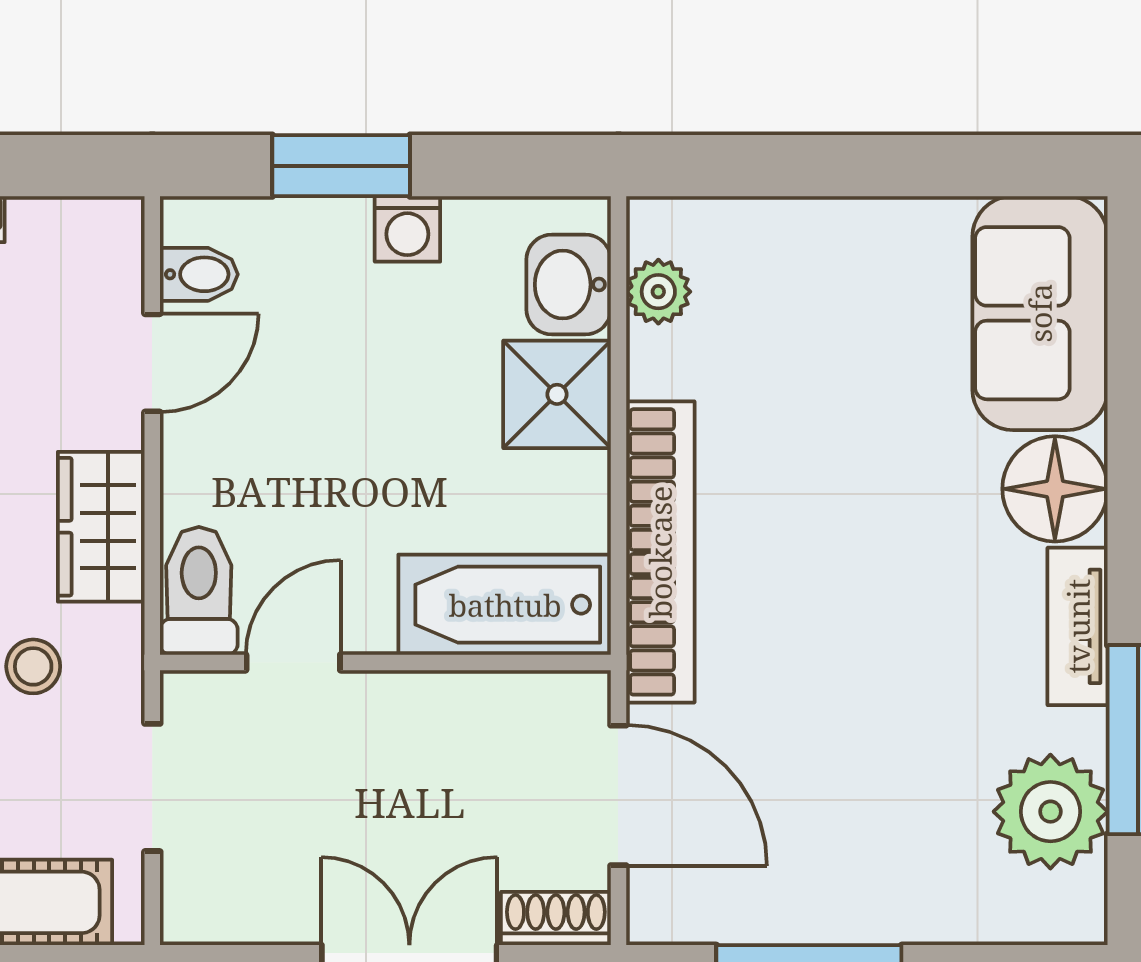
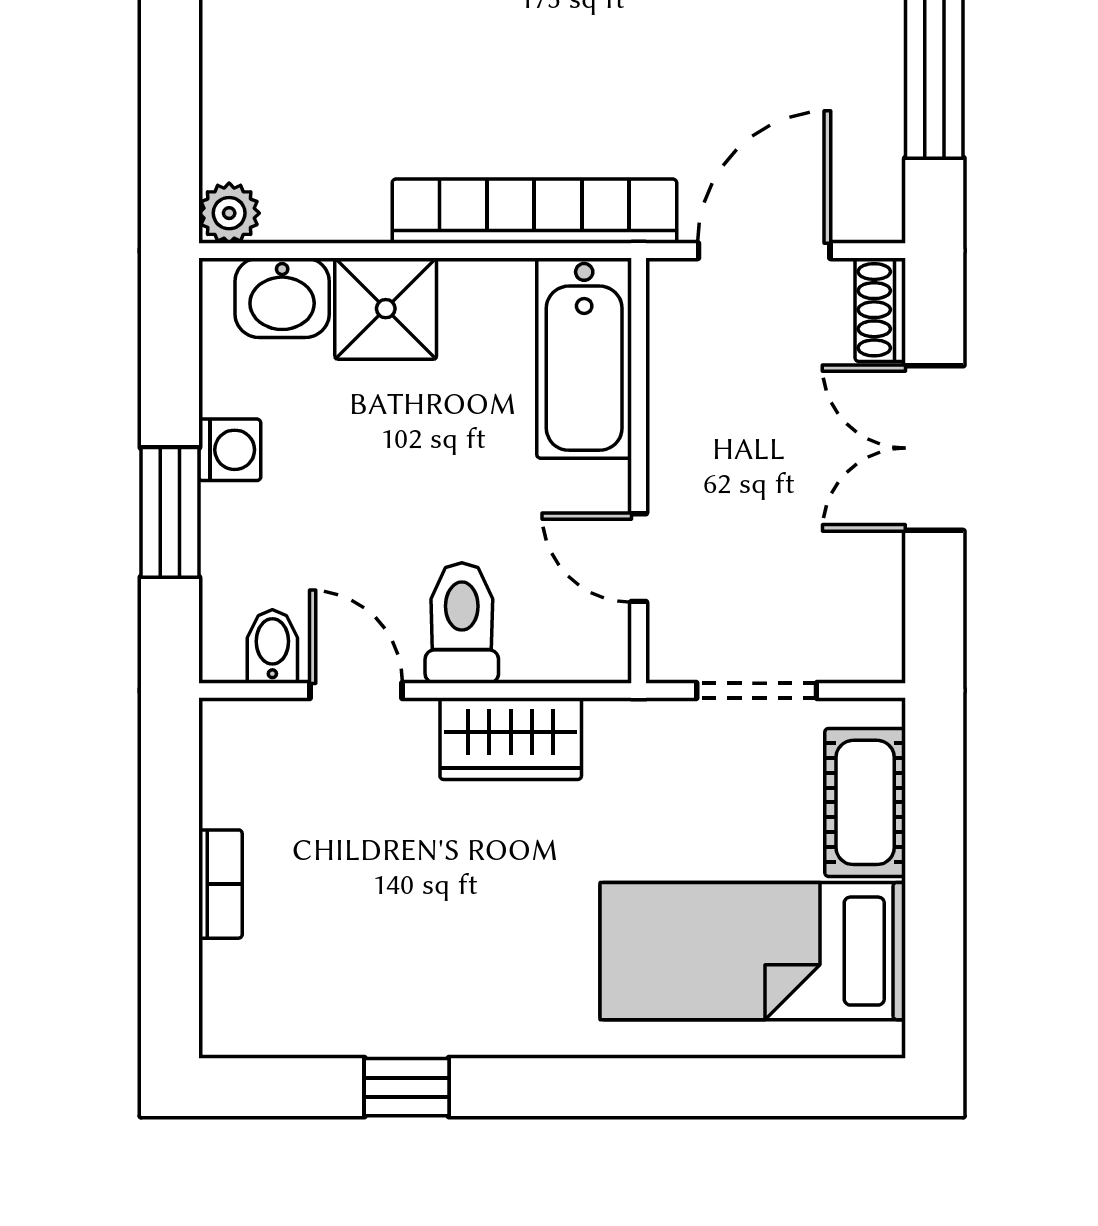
plant: (658, 292) -> (229, 213), moved
toilet: (199, 591) -> (462, 623), moved, turned 90
stool: (33, 666) -> (642, 803), removed

